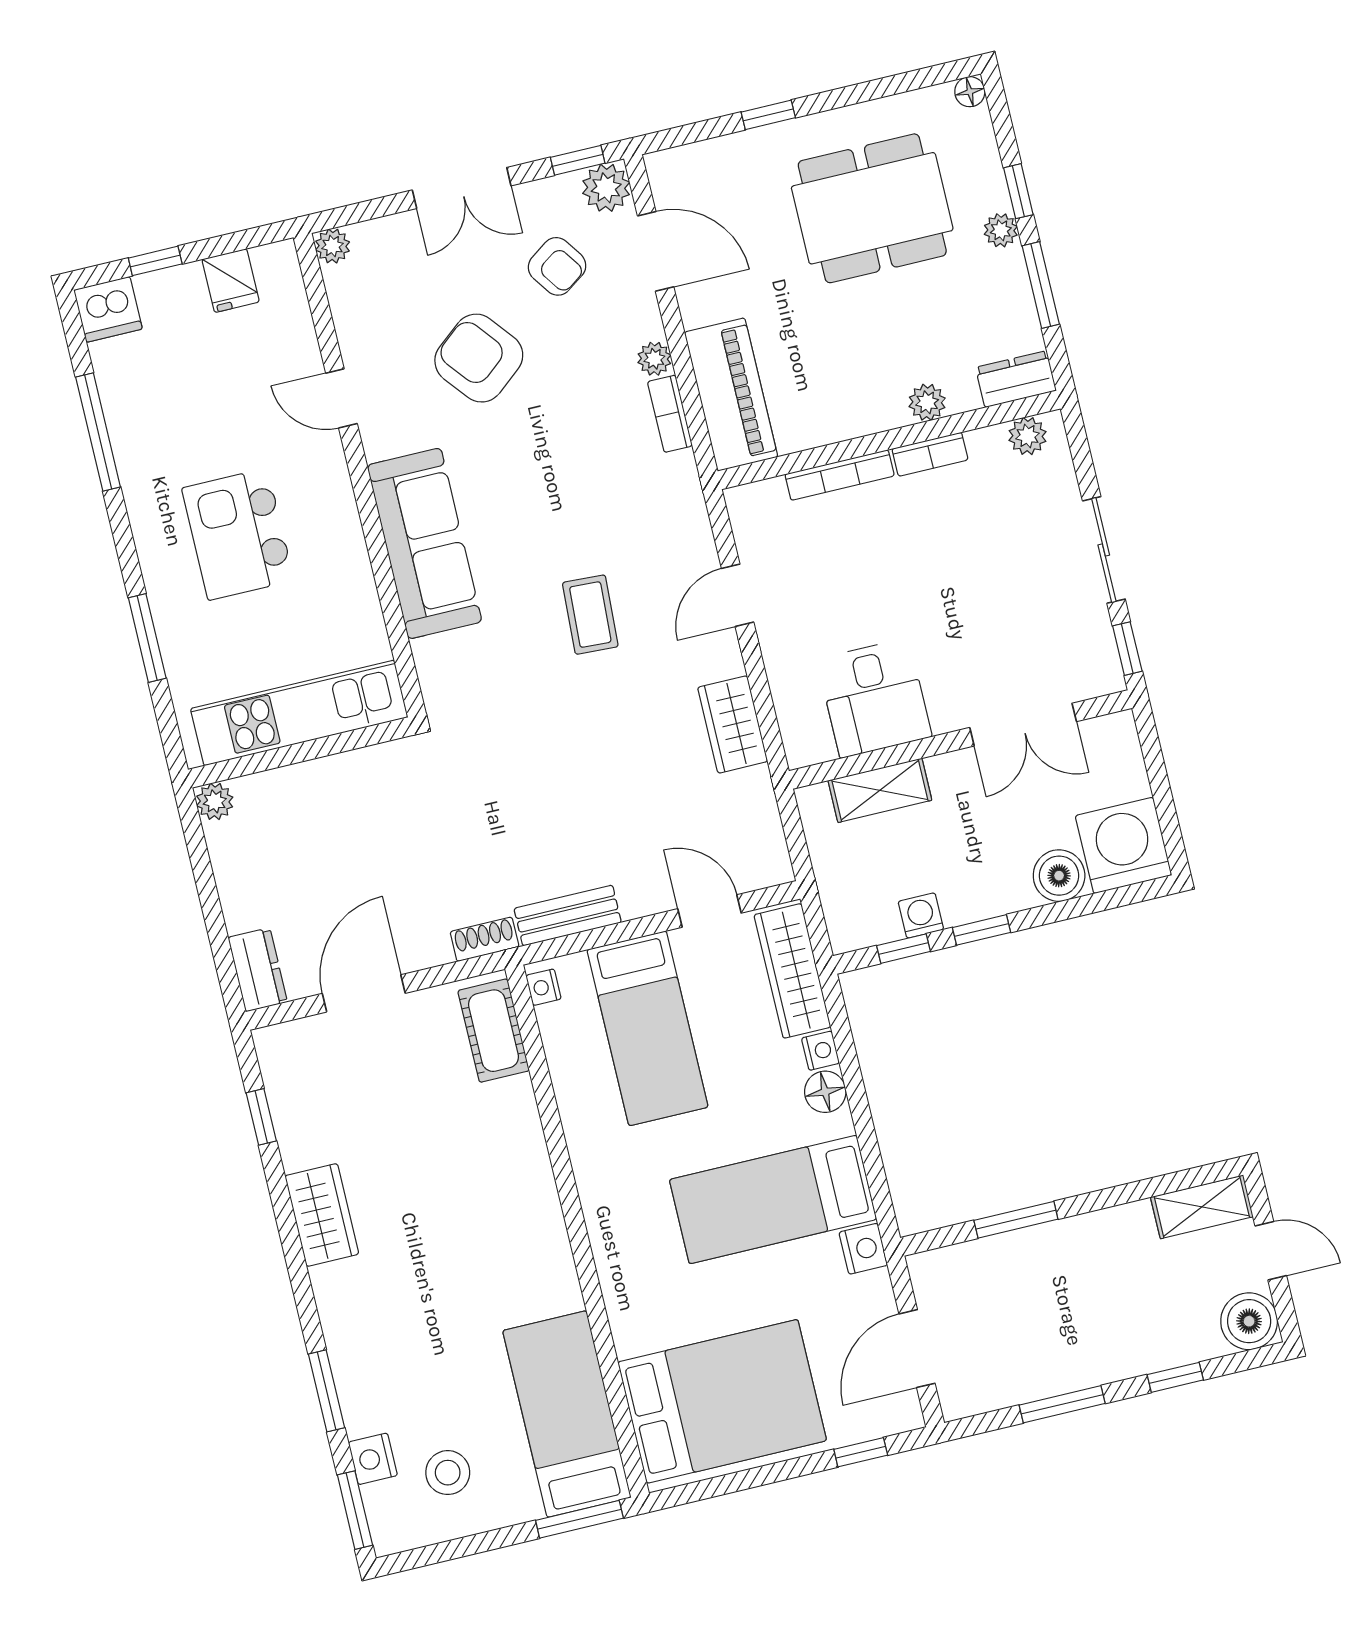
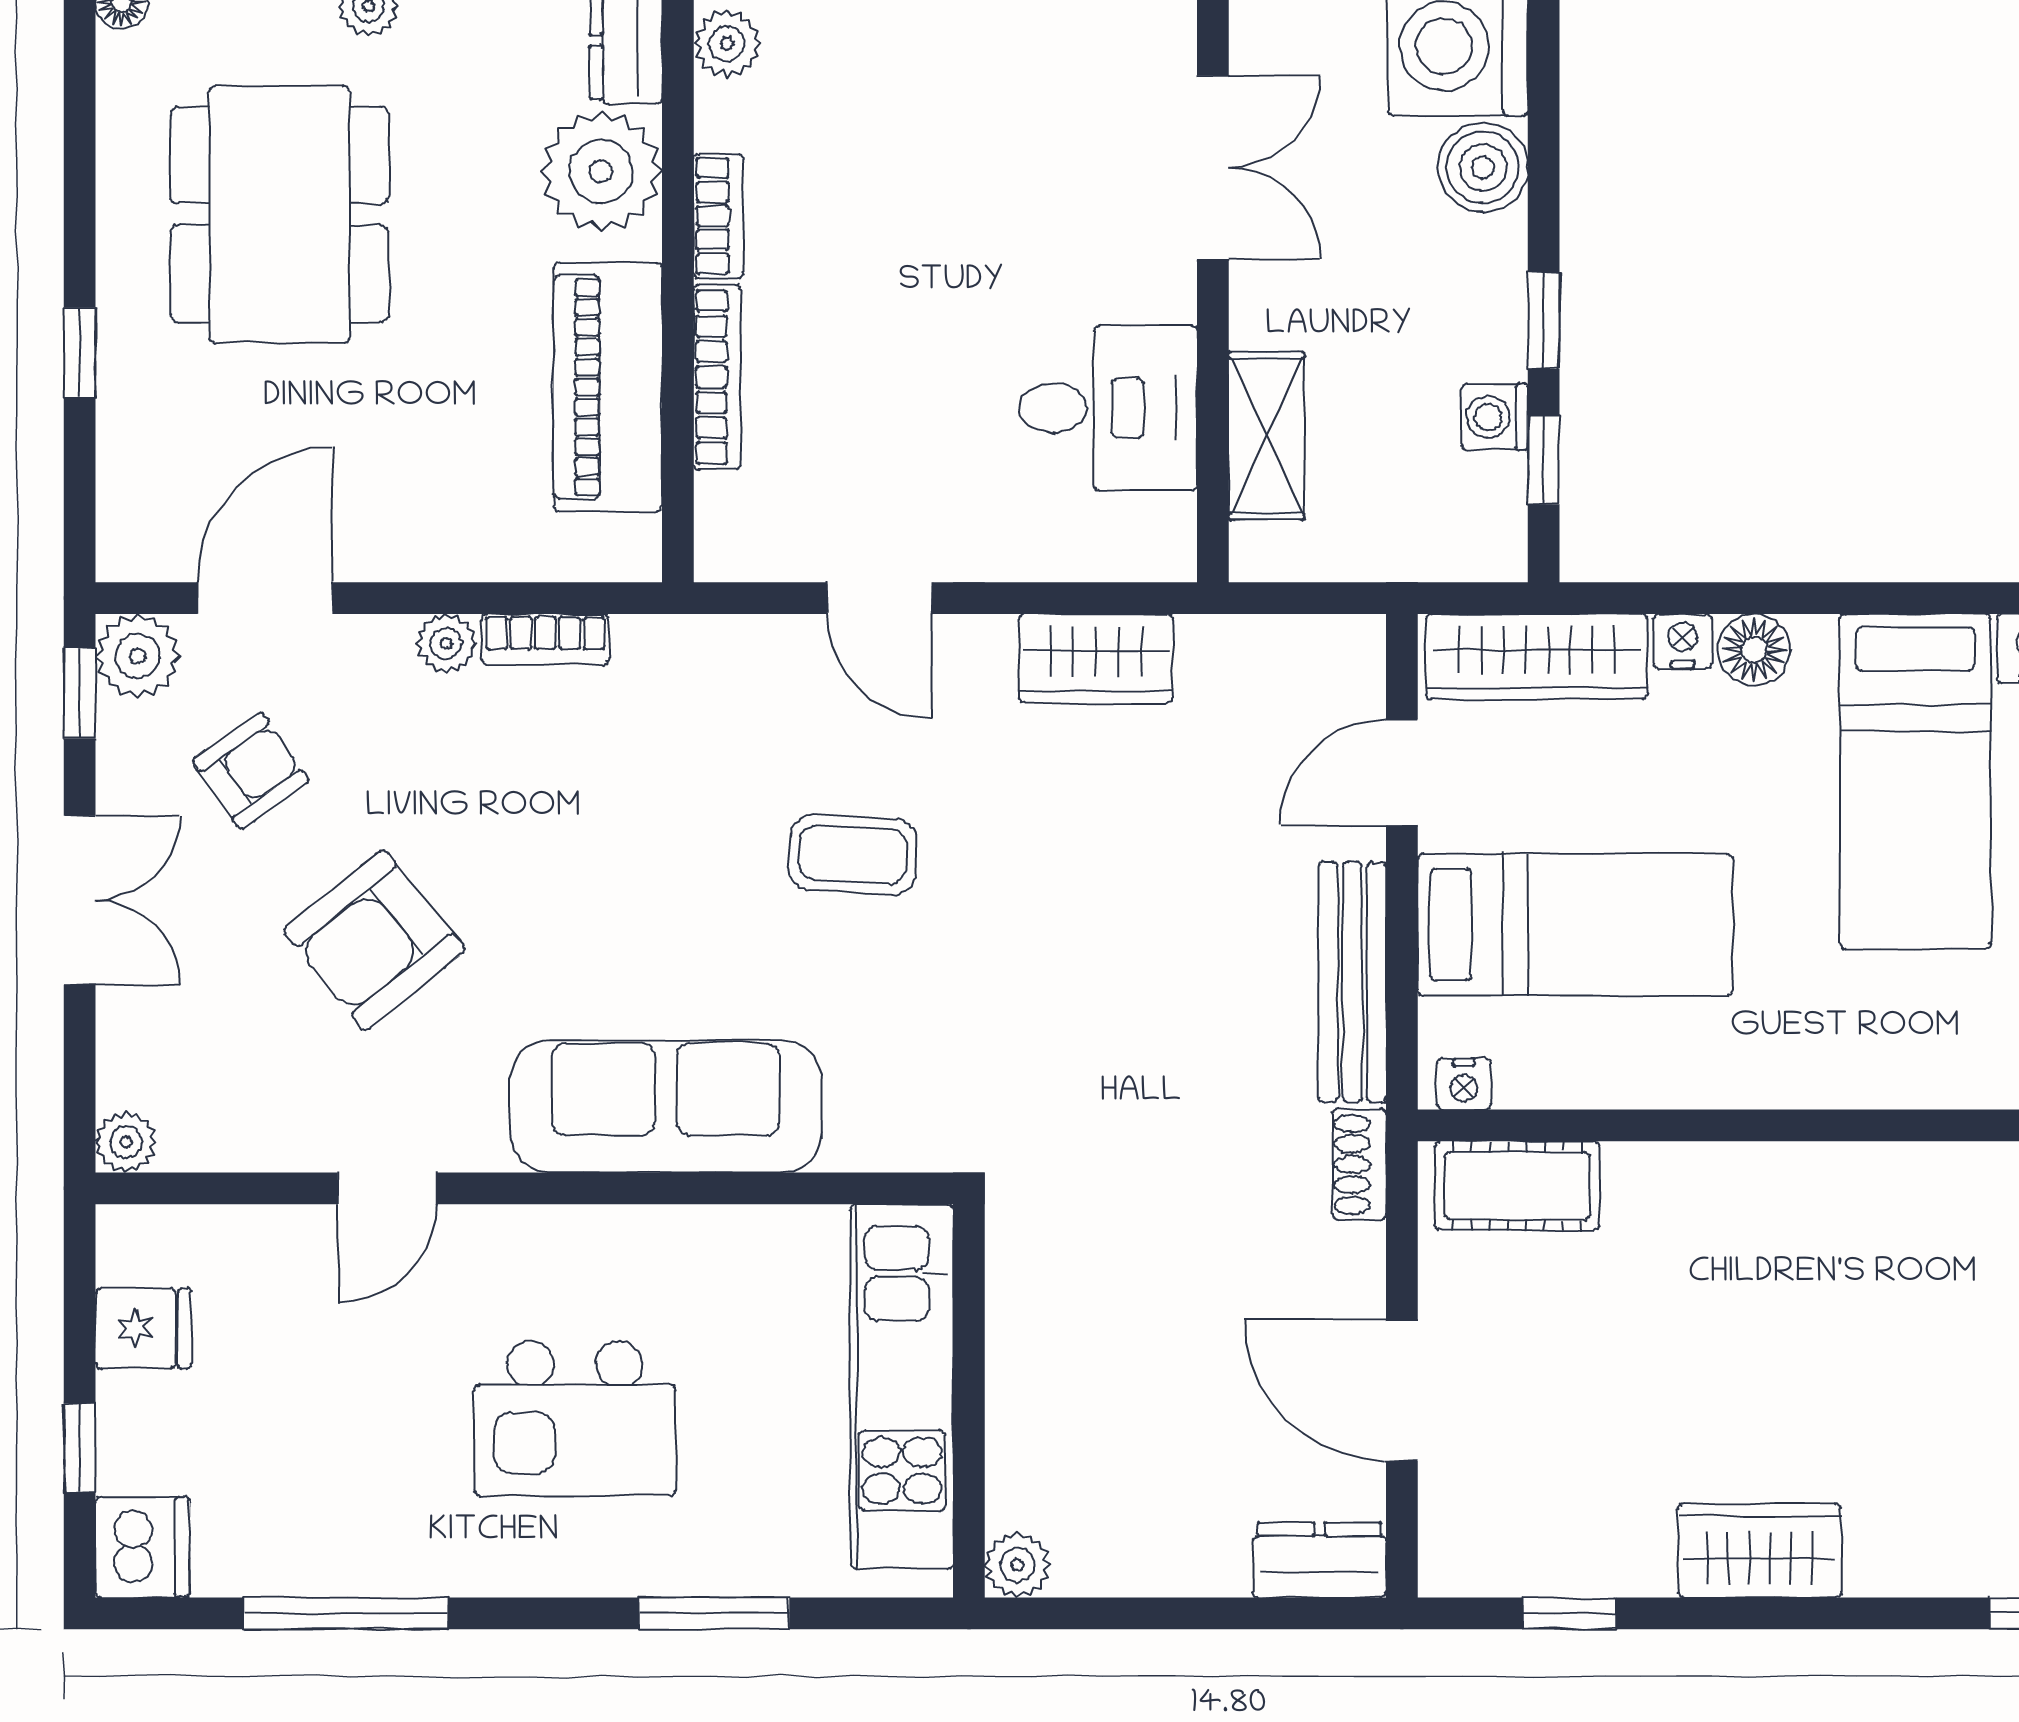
piano: (731, 395) -> (608, 387), moved, turned -90
plant: (927, 402) -> (601, 171), width x1.88, depth x1.88
bench: (568, 916) -> (1352, 982), width x1.36

